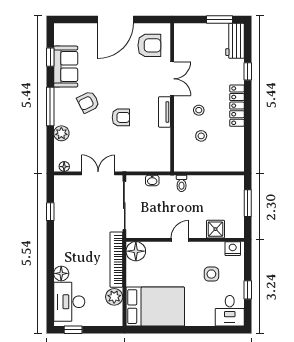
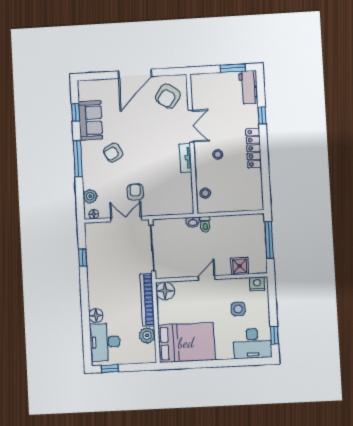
armchair: (149, 45) -> (168, 96), turned 125
armchair: (121, 117) -> (135, 192), moved, turned -90
plant: (61, 133) -> (90, 196), moved
stool: (201, 136) -> (205, 193), moved
washbasin: (152, 180) -> (193, 222), moved
window: (248, 203) -> (269, 240), width x1.44
window: (248, 290) -> (274, 335), moved
desk: (230, 311) -> (252, 343), width x1.37

